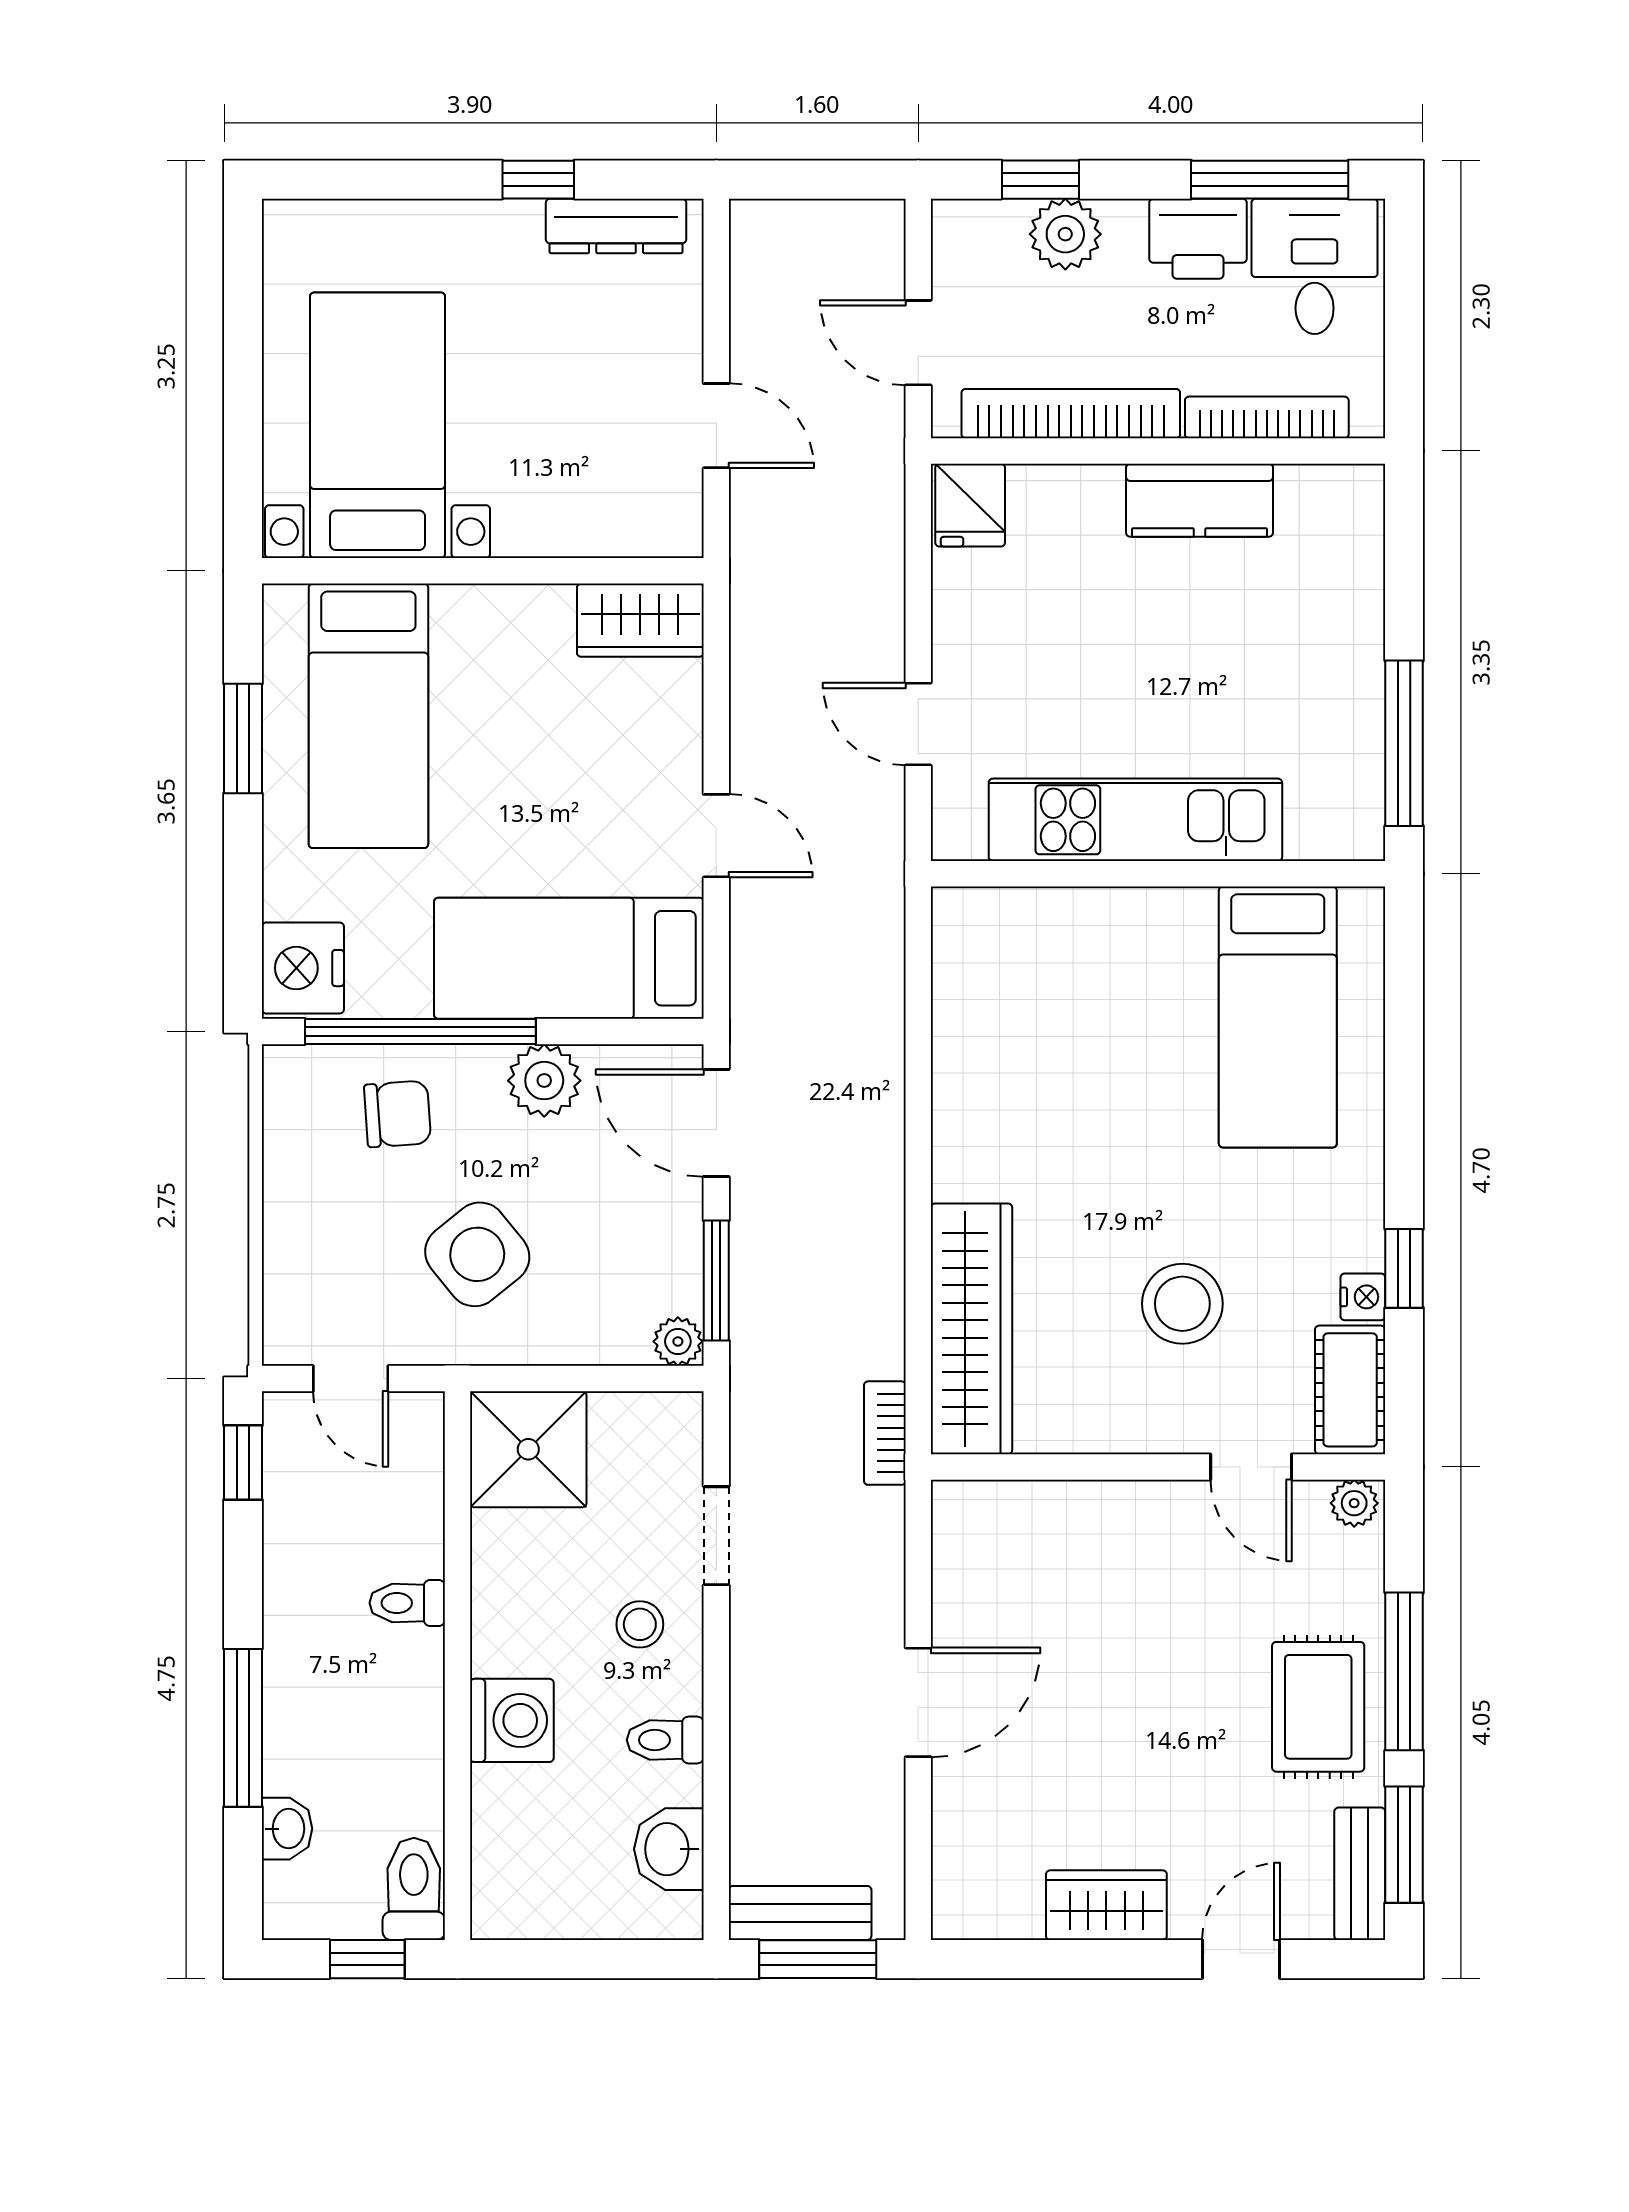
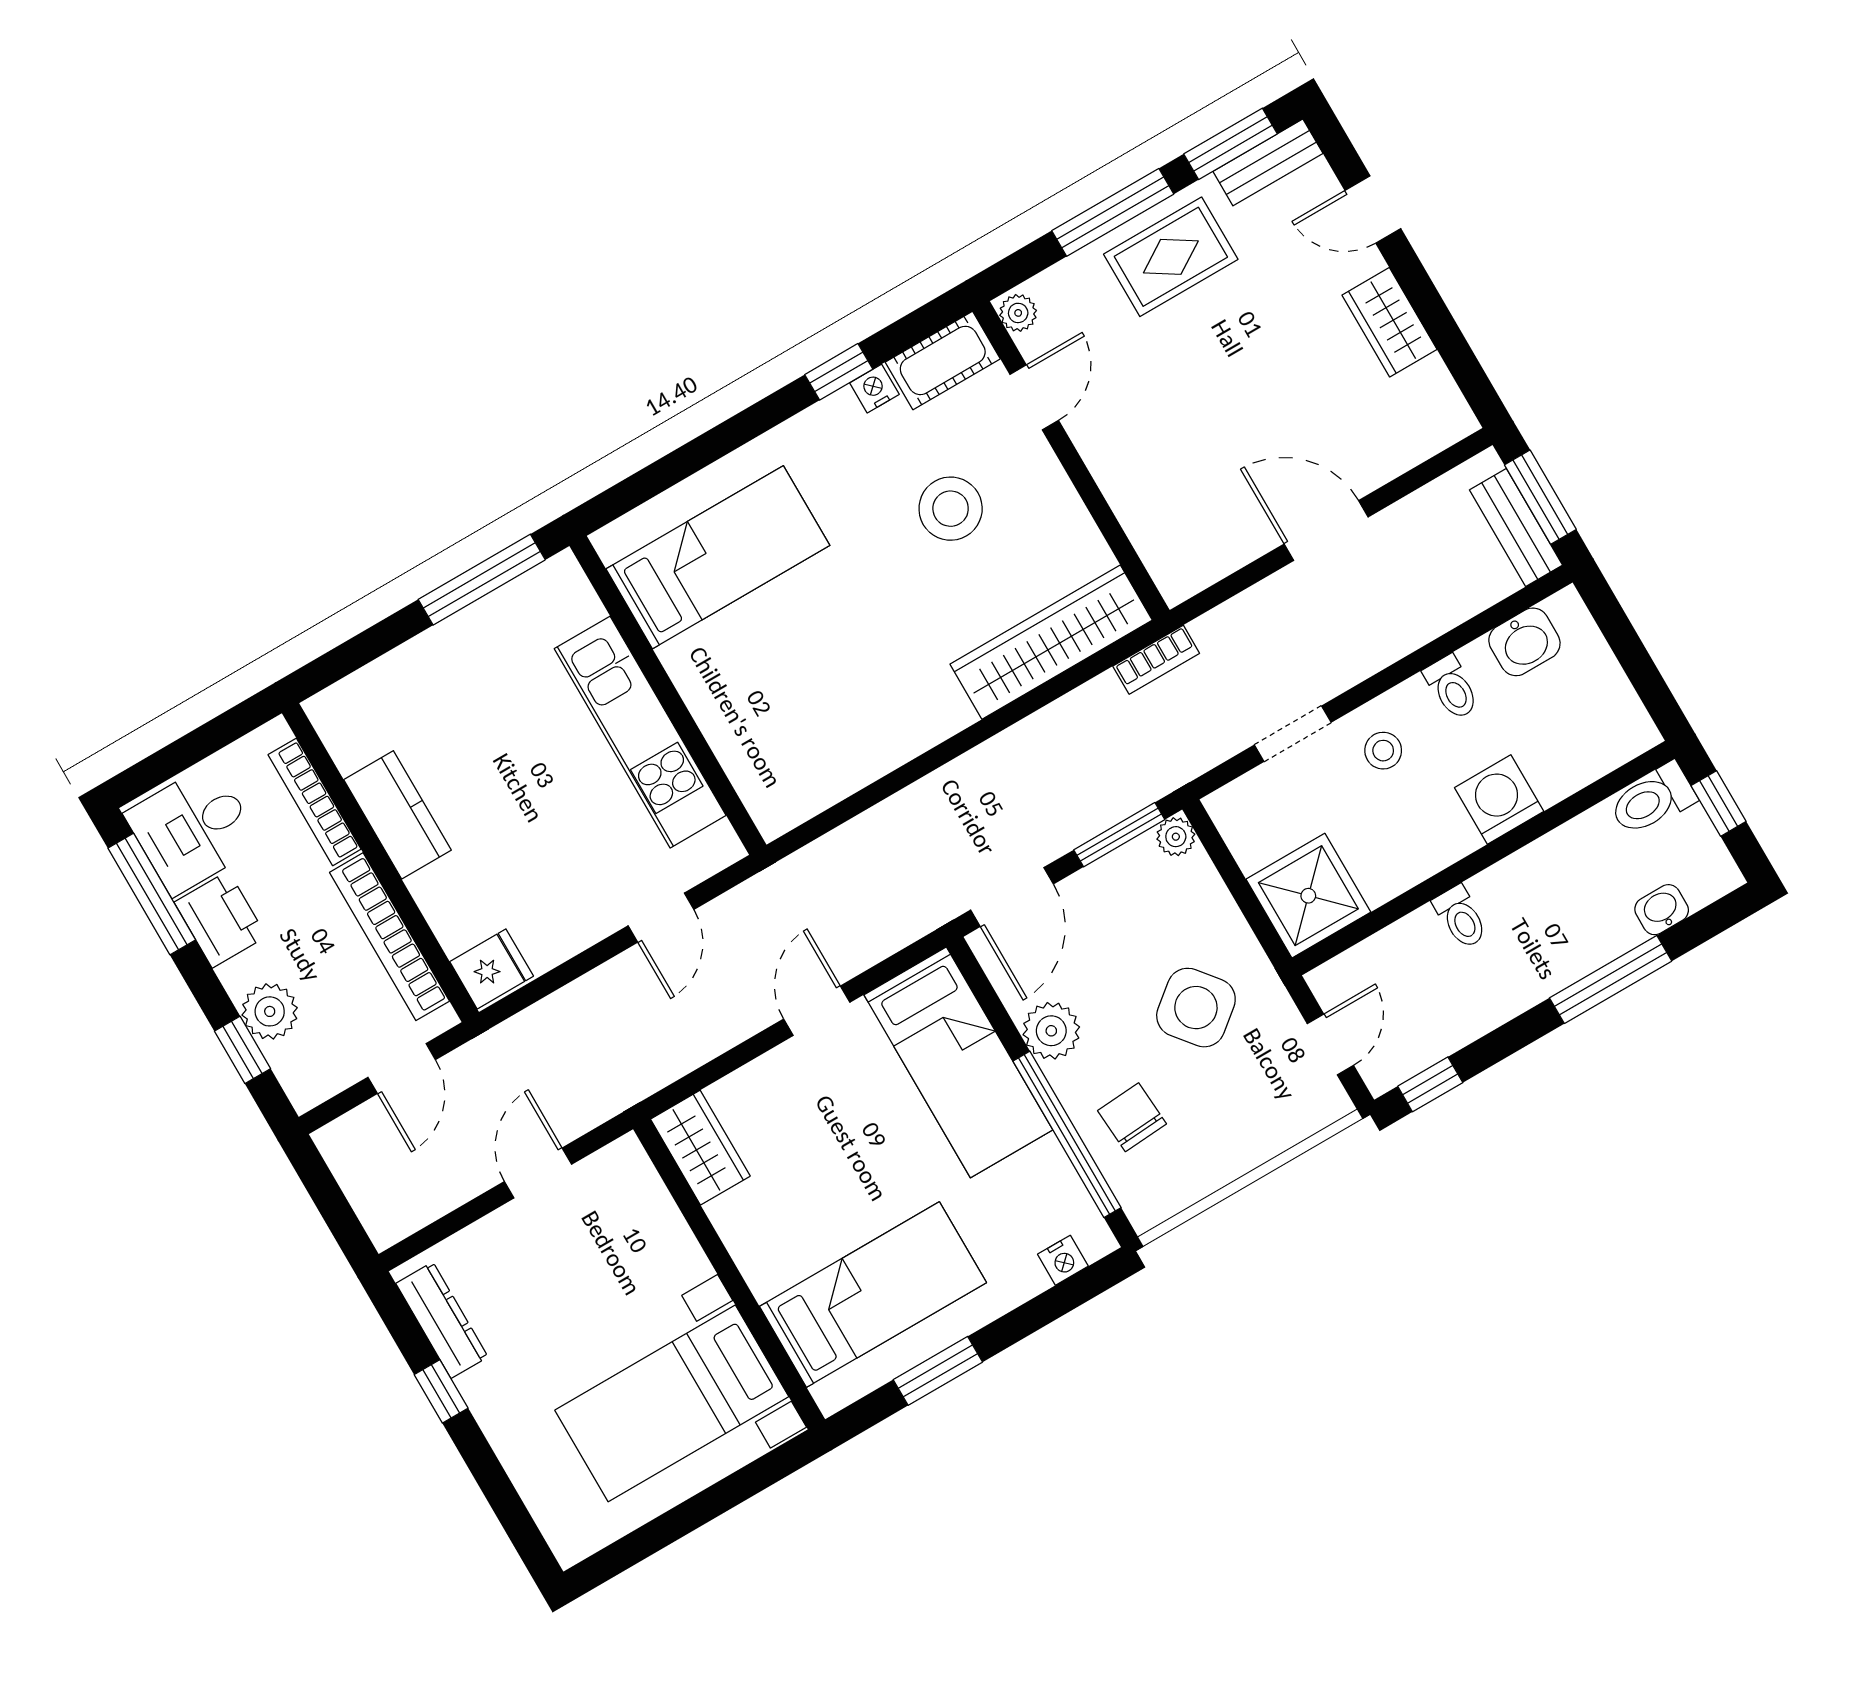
nightstand: (303, 968) -> (1063, 1260), width x0.53, depth x0.56

